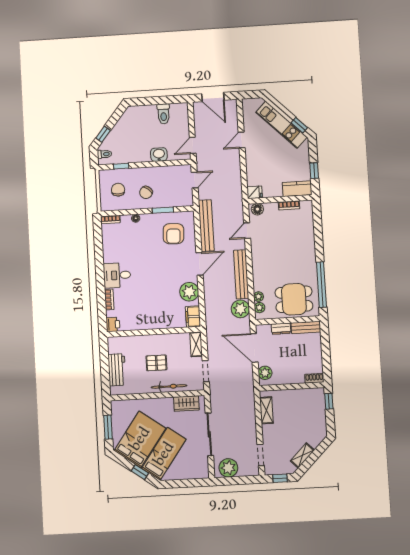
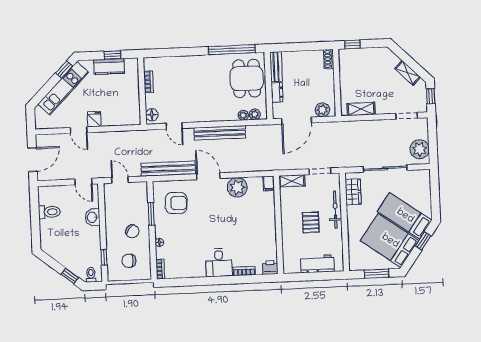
kitchen counter: (297, 189) -> (109, 66), moved, turned -90
fridge: (255, 192) -> (94, 119), moved
plant: (240, 309) -> (256, 134), removed
filing cabinet: (193, 317) -> (269, 183), width x0.50

